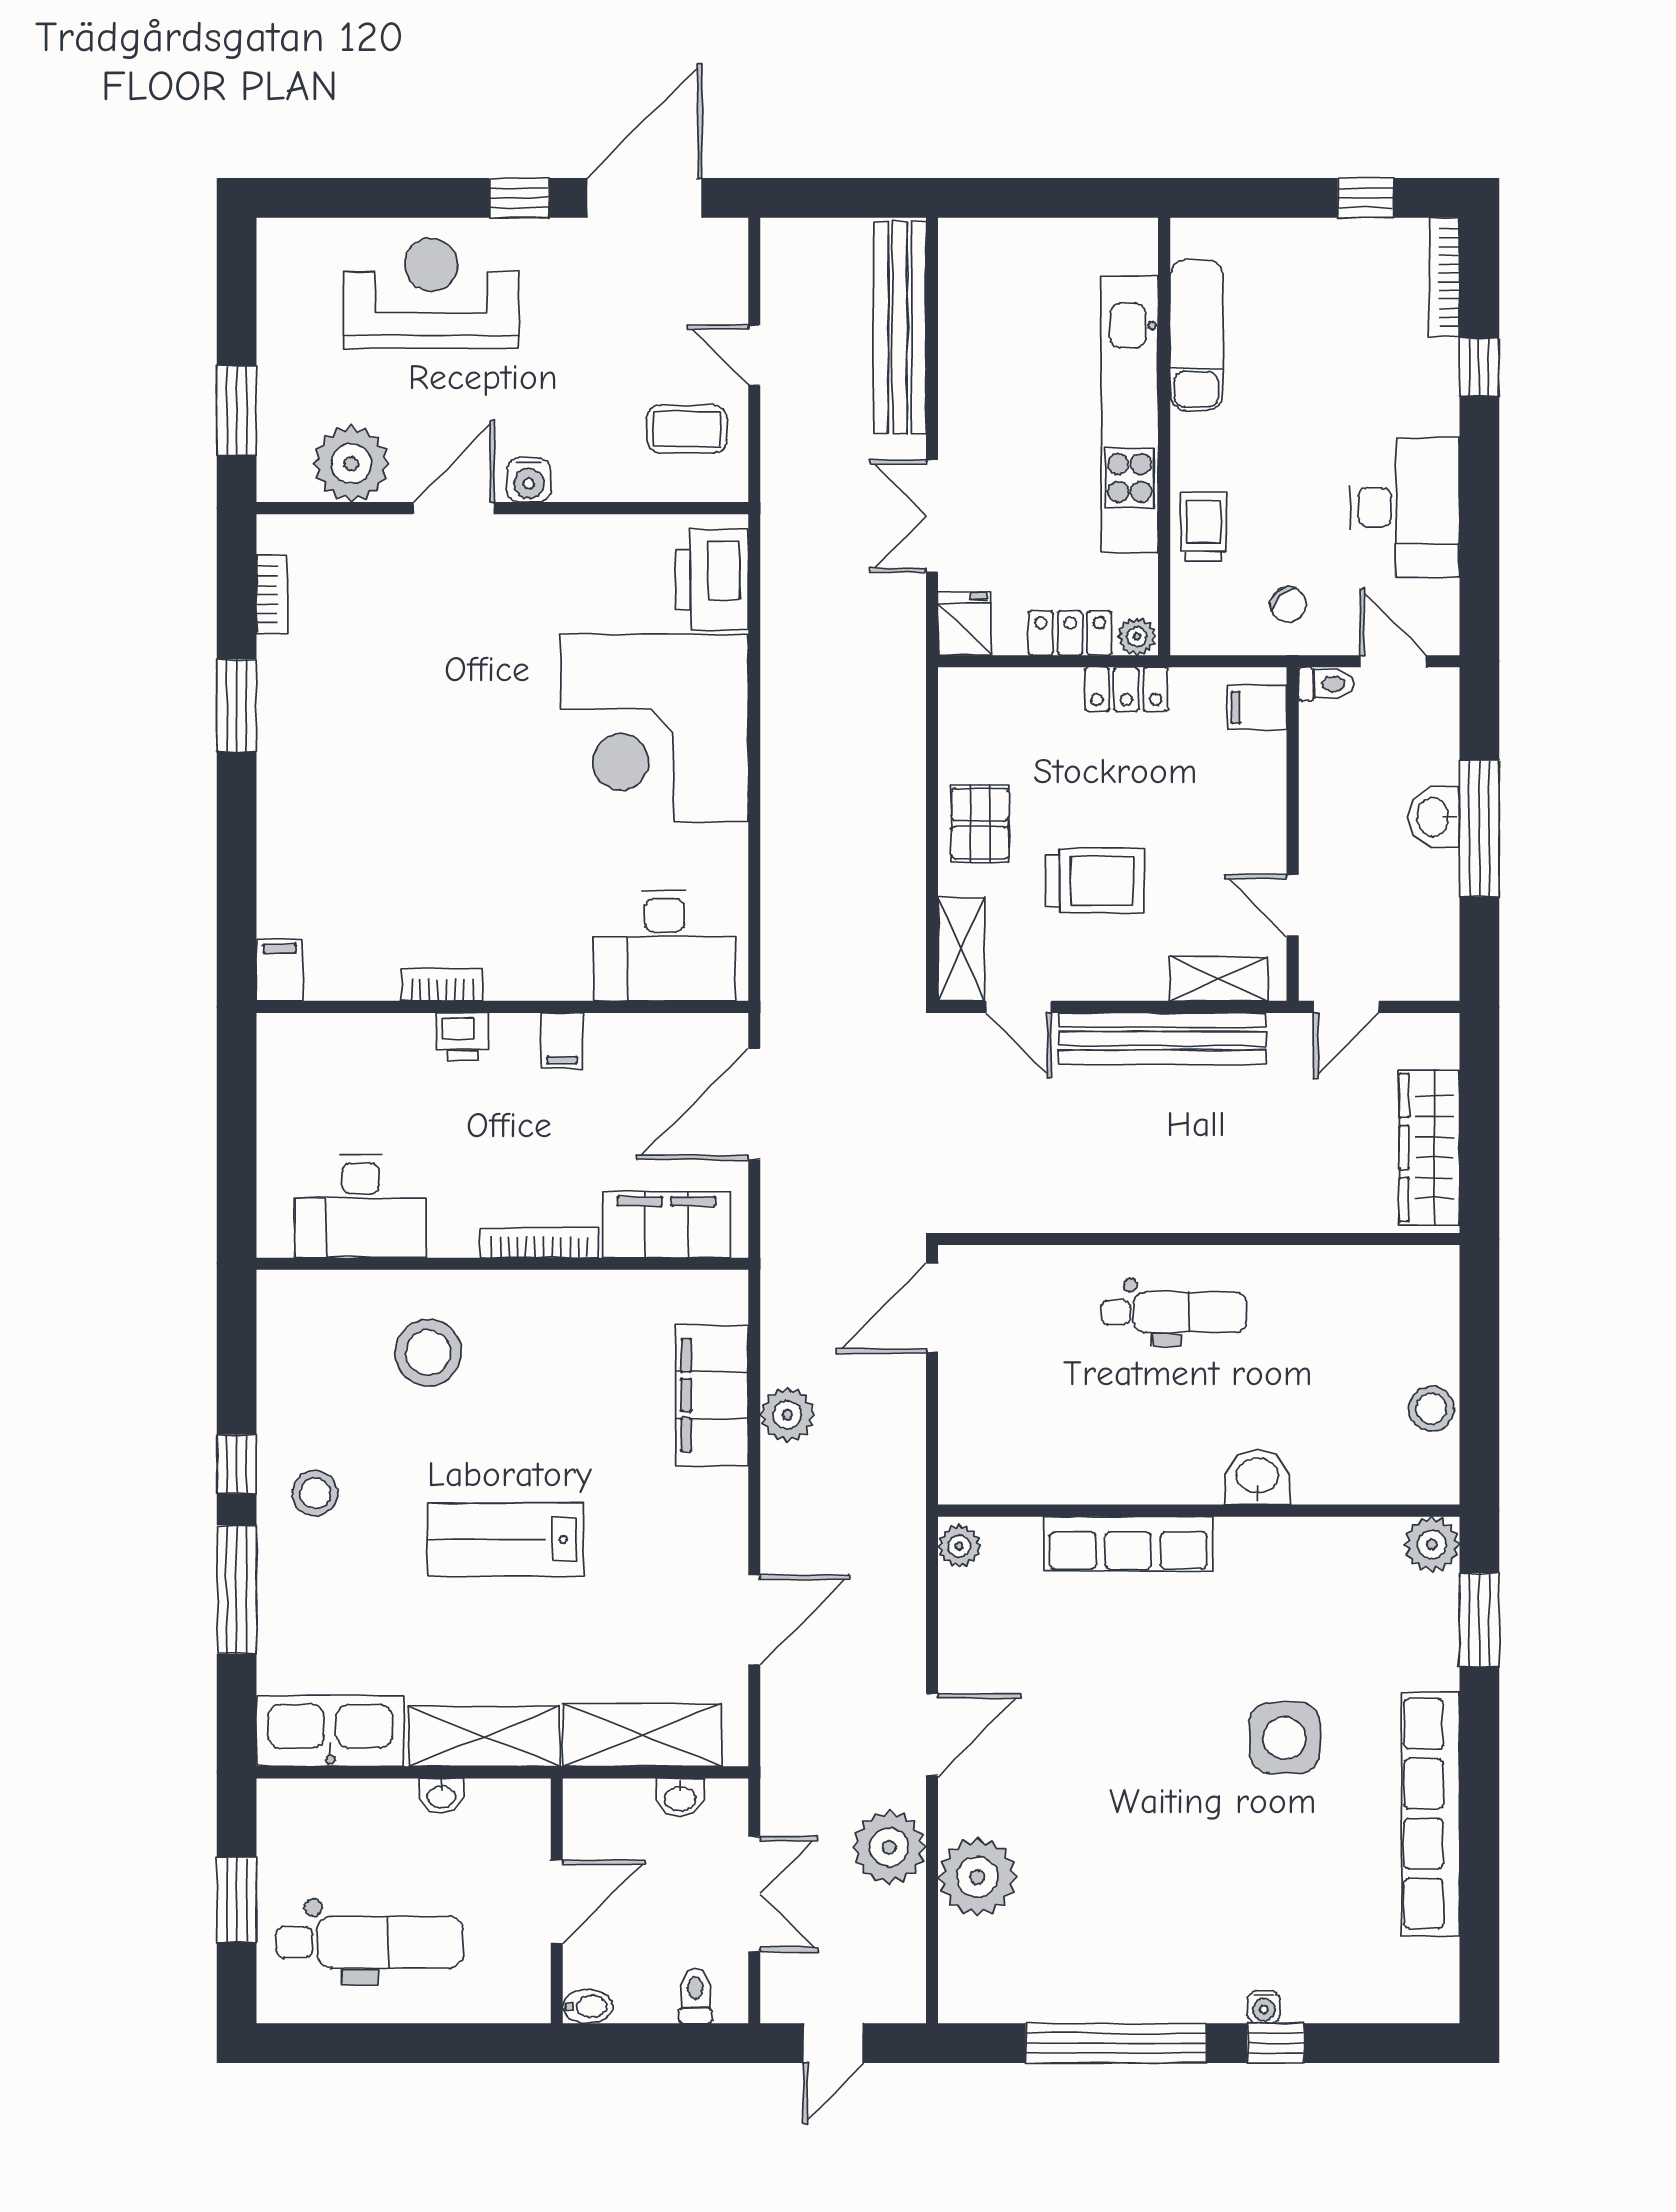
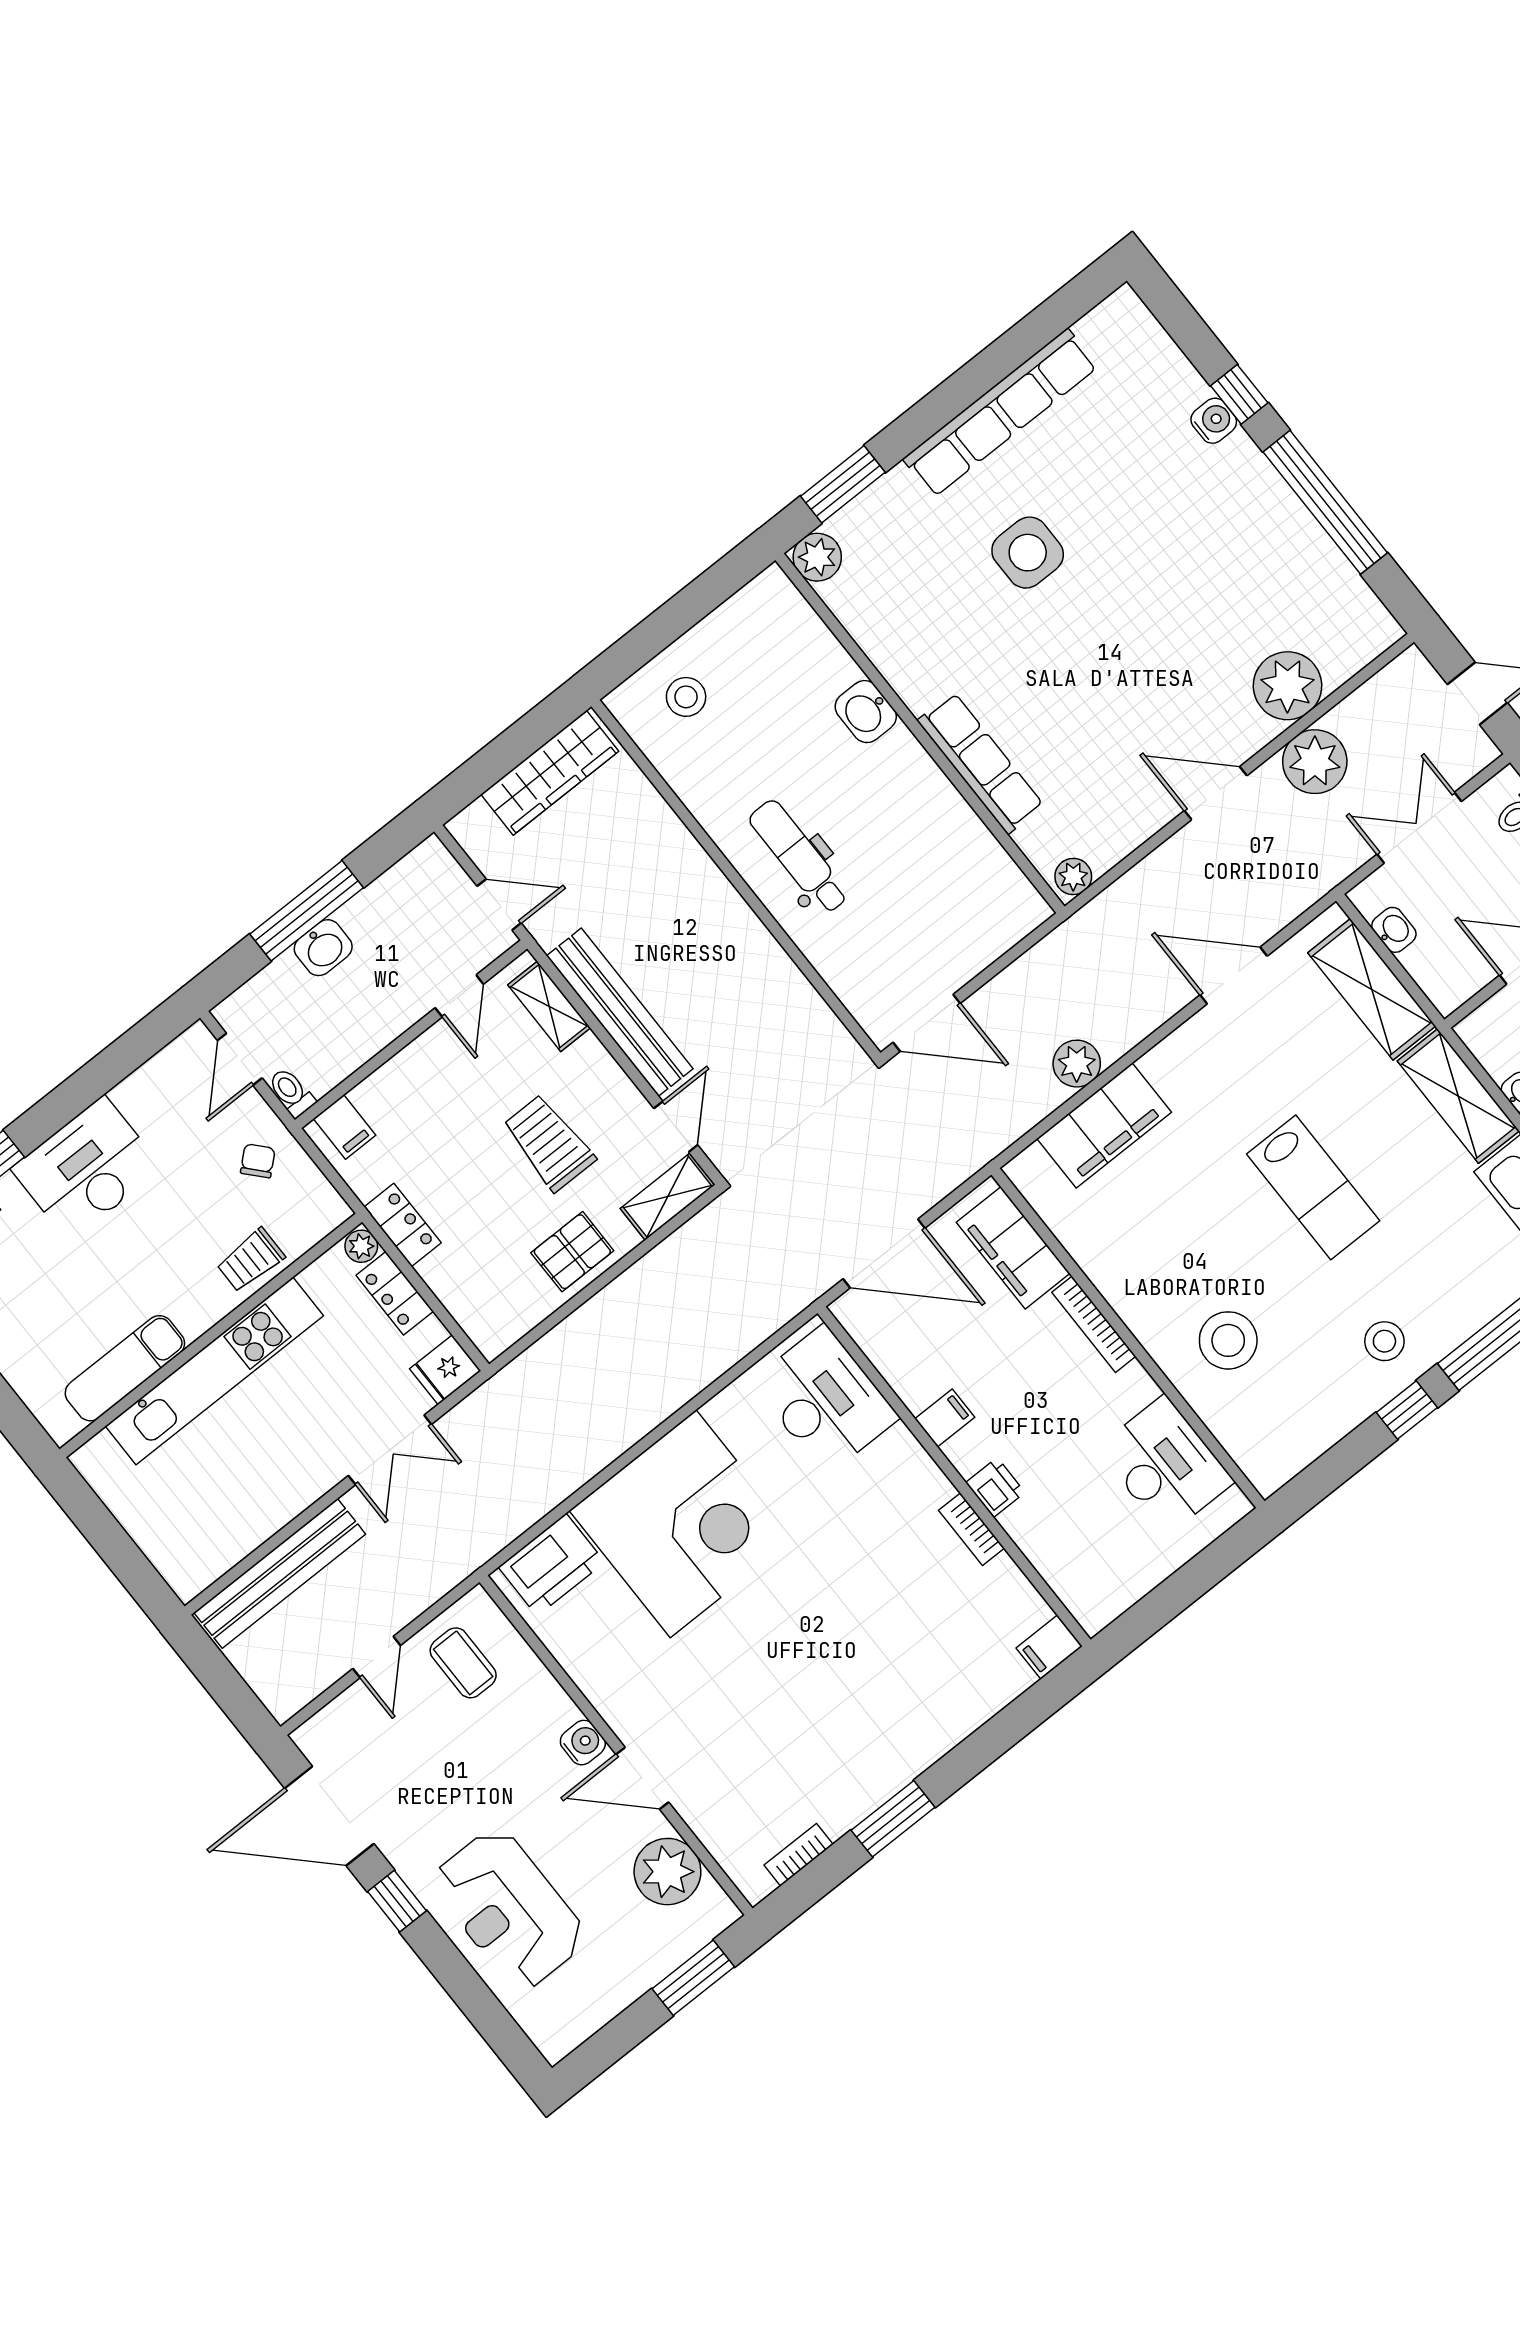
desk: (1404, 507) -> (87, 1169), moved
stool: (1431, 1409) -> (686, 697), moved
water cooler: (1264, 2007) -> (1214, 421), width x1.38, depth x1.38

